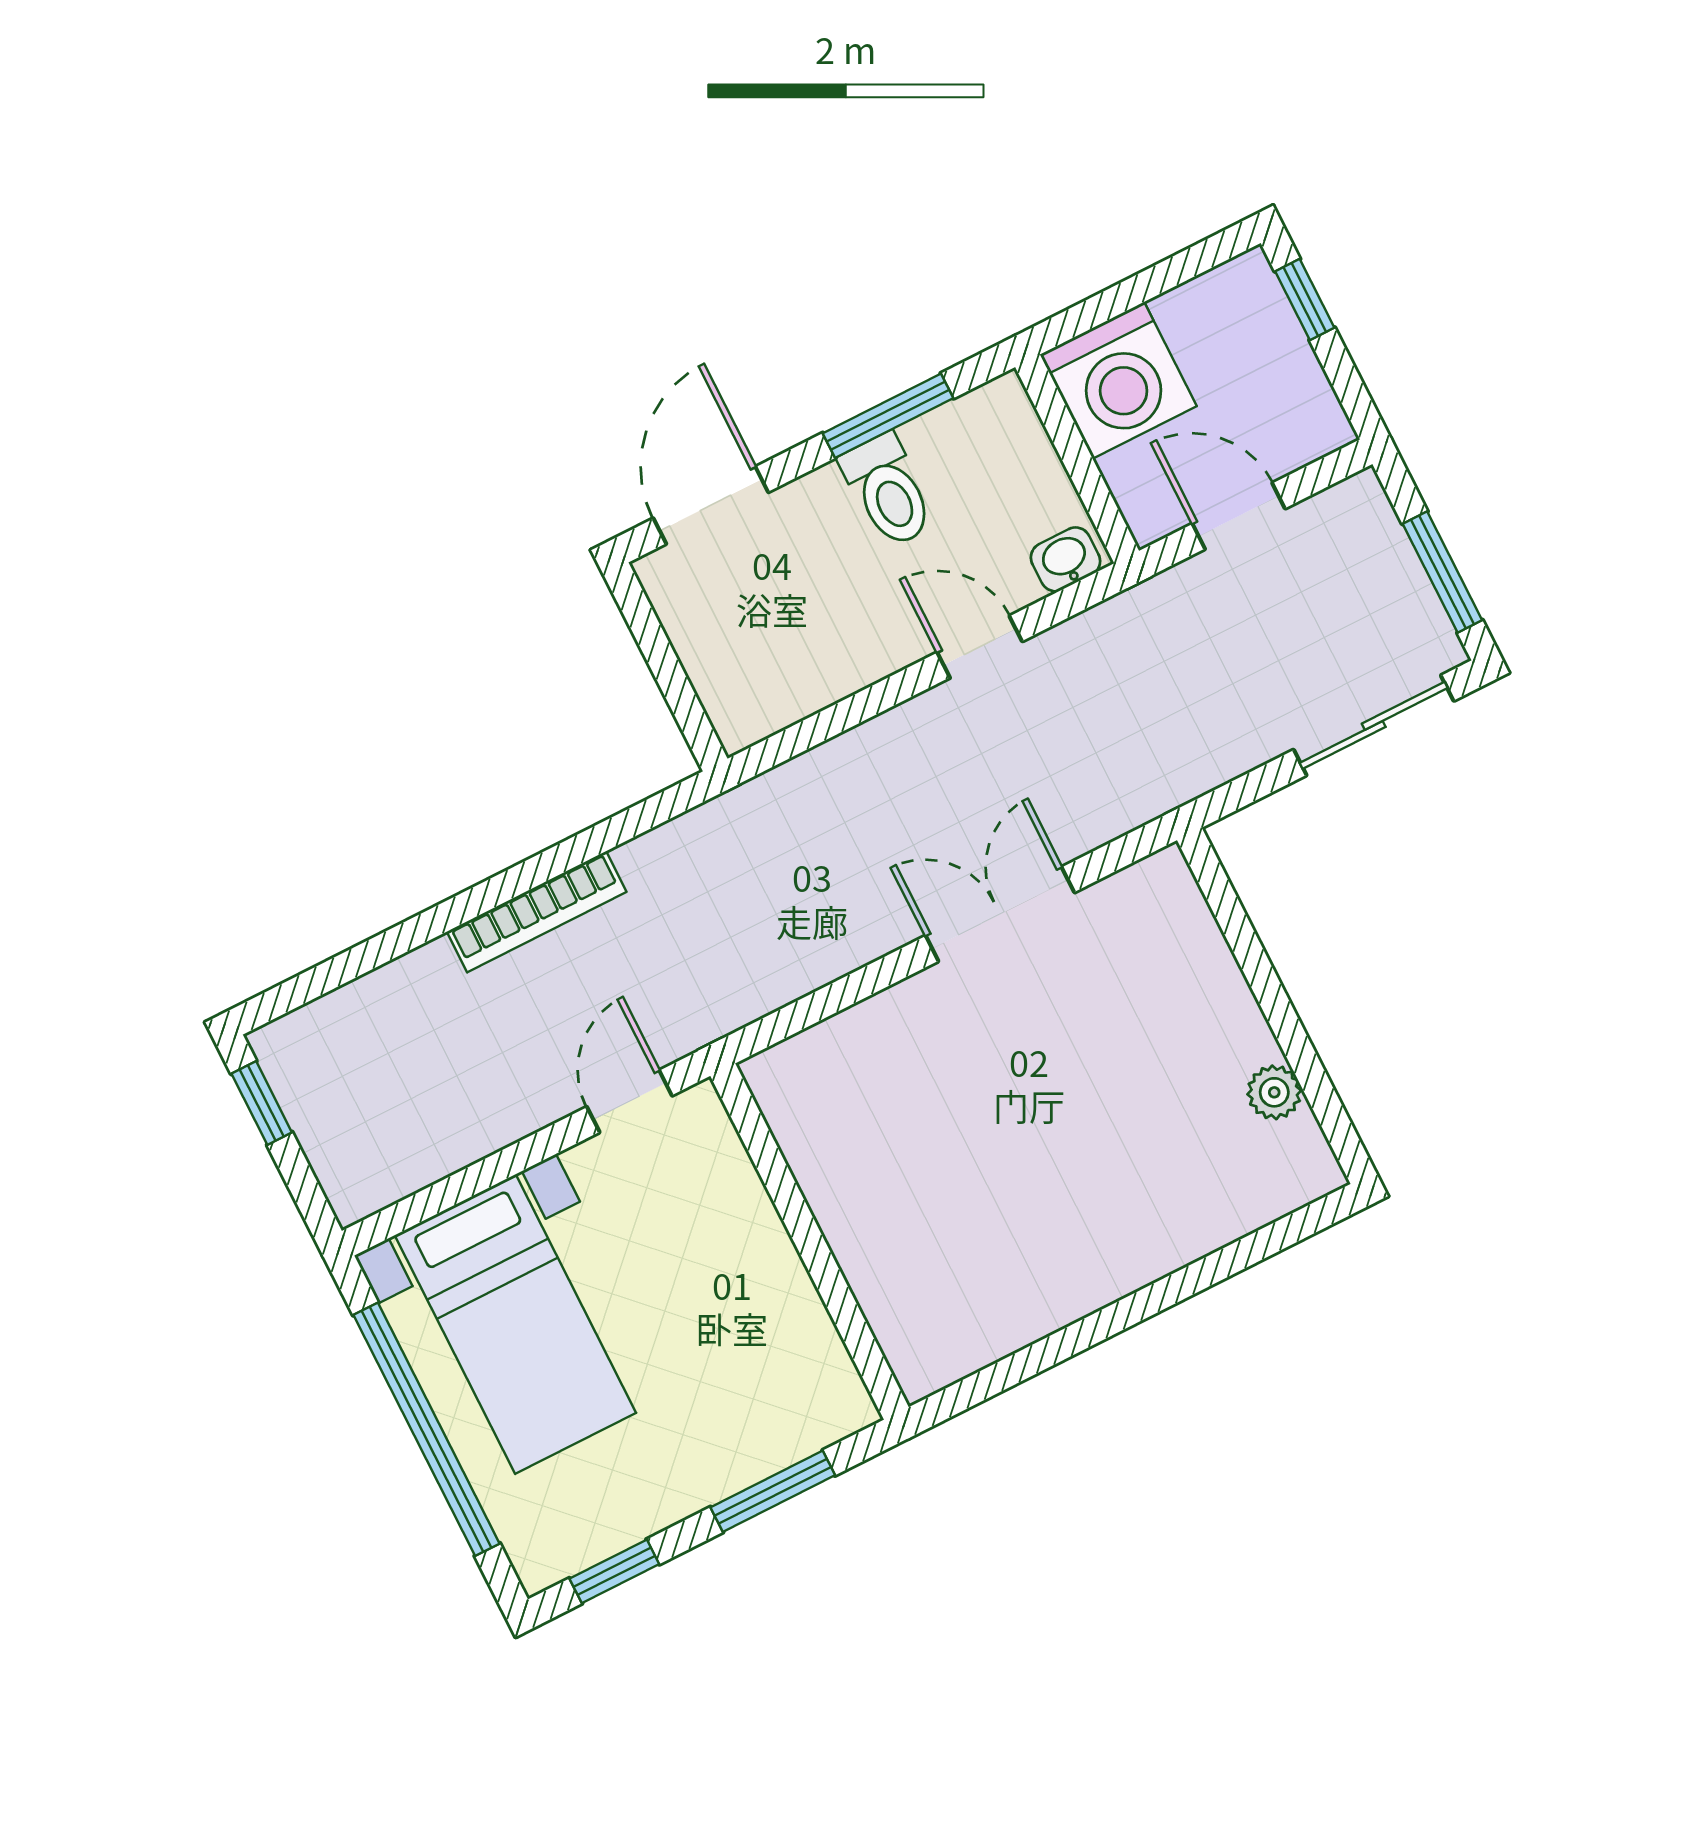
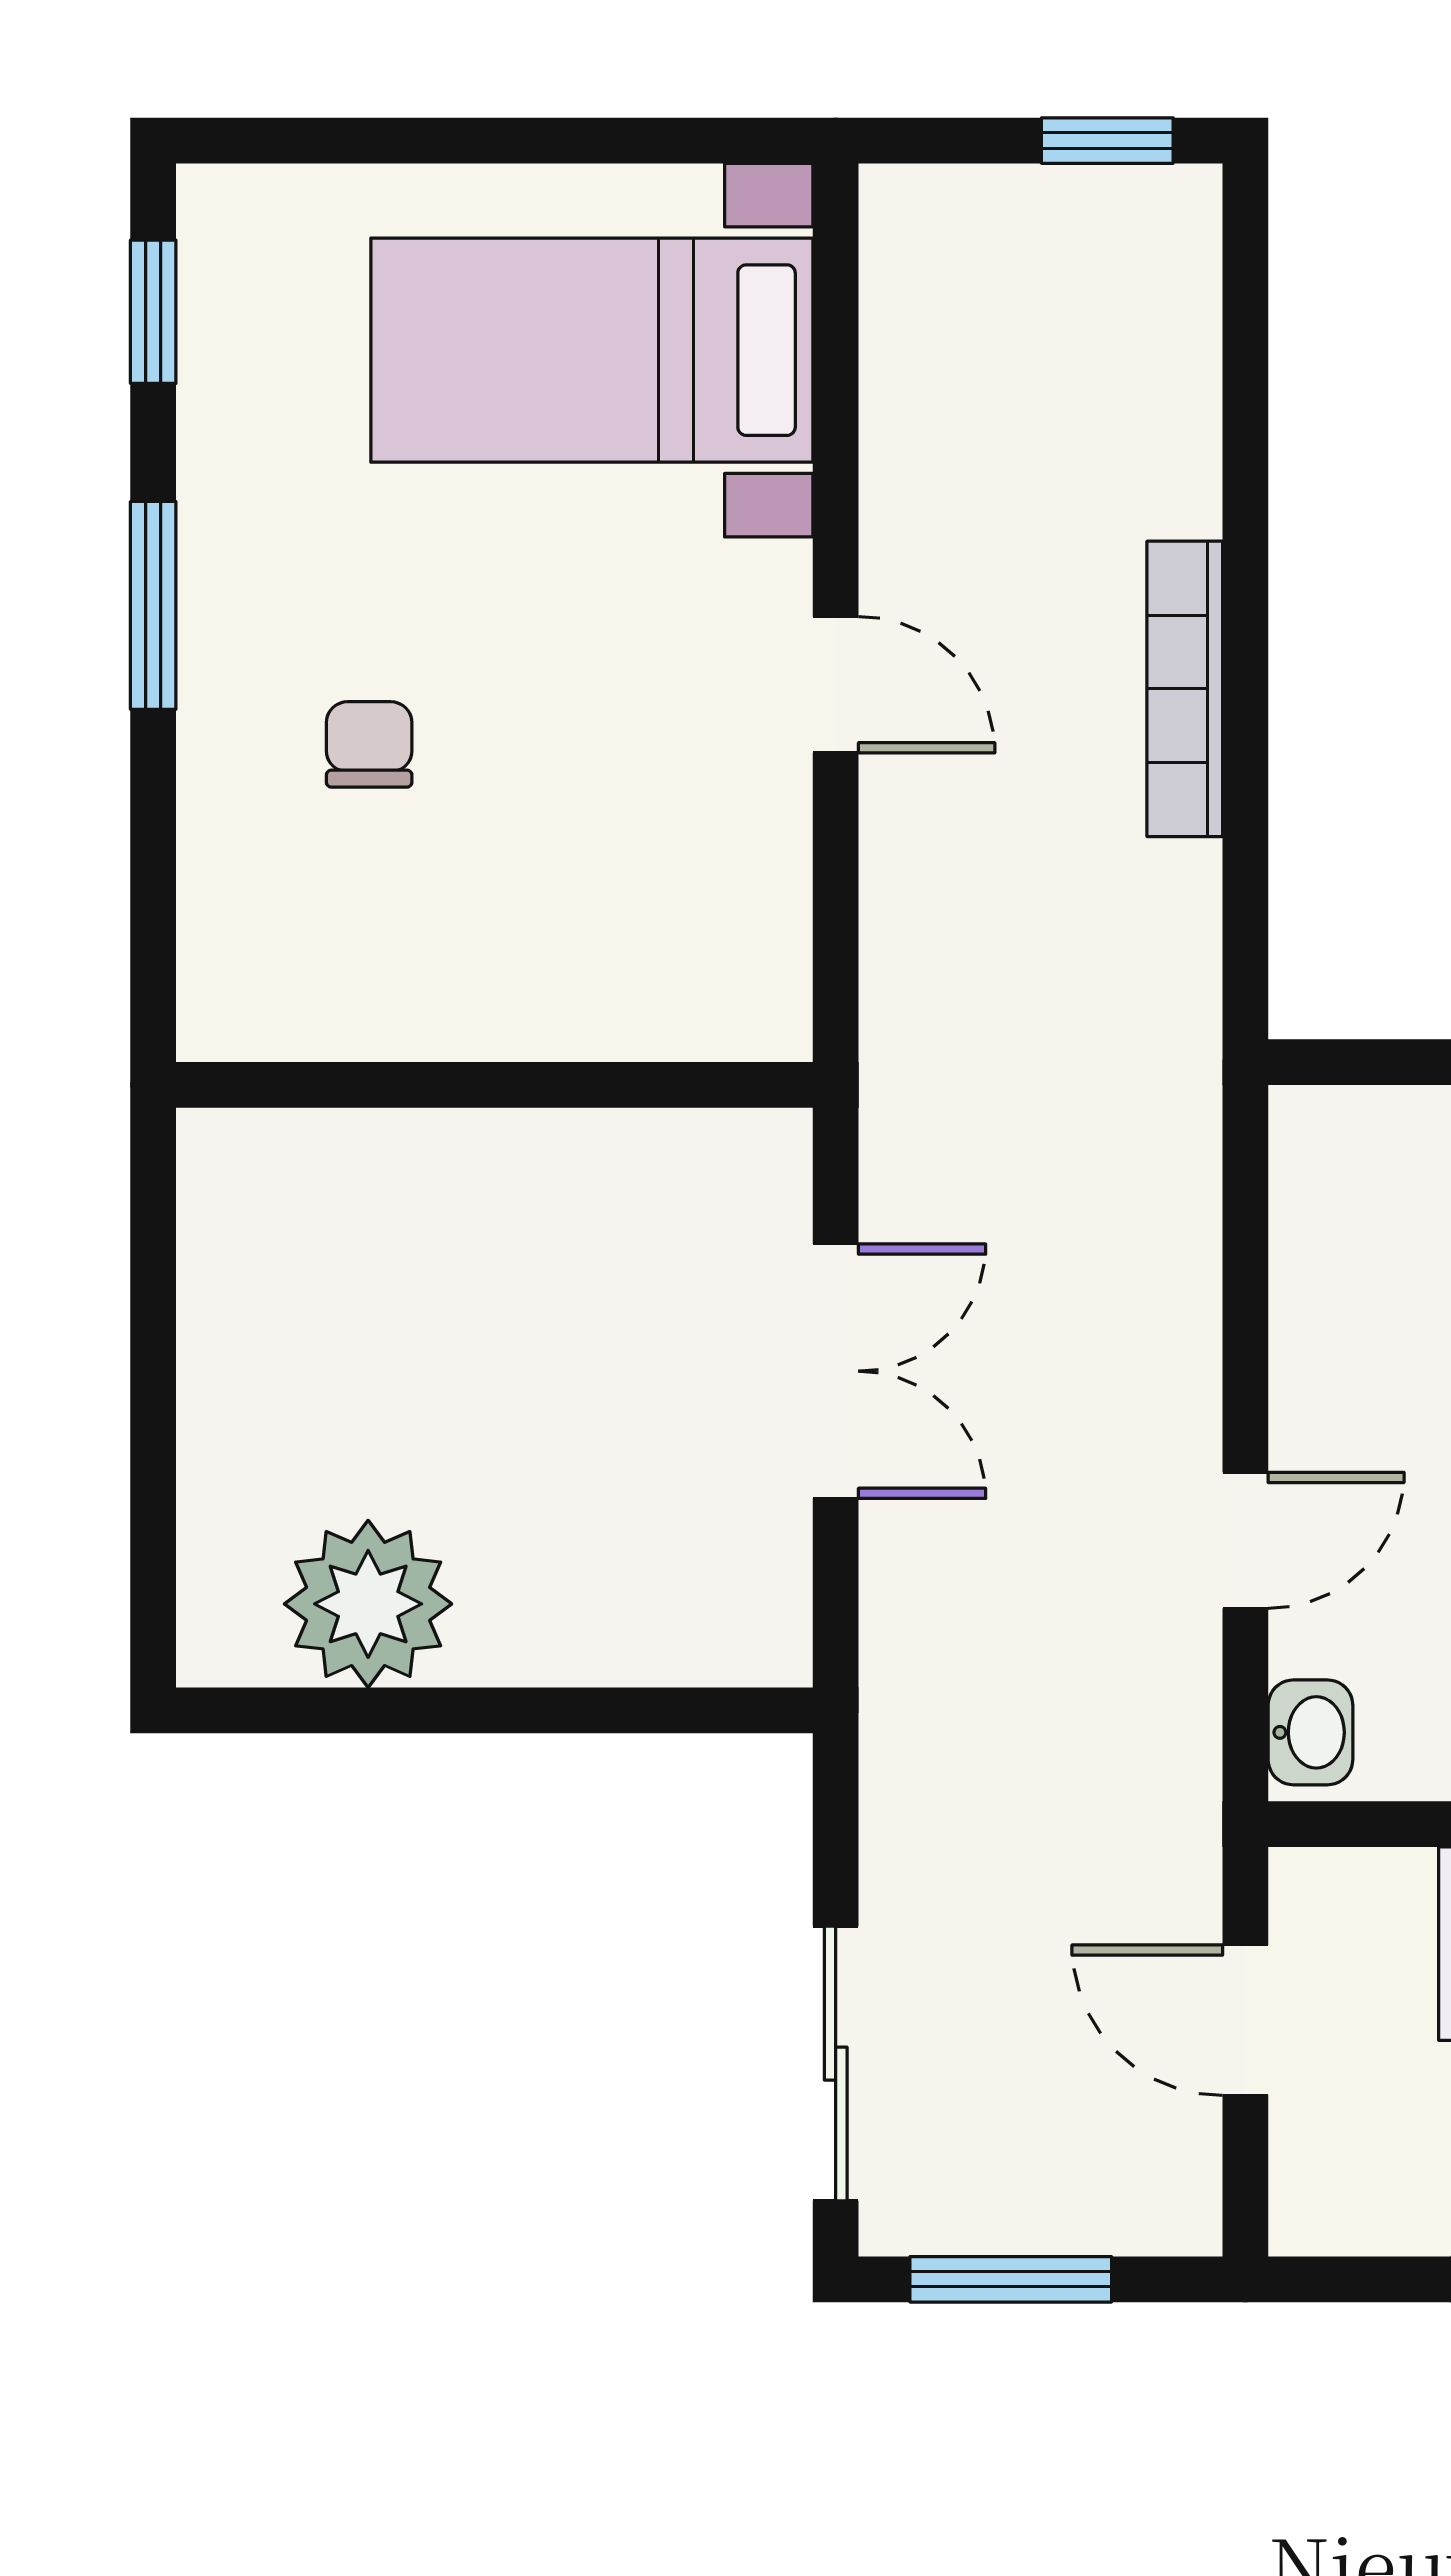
door: (1239, 516) -> (1245, 2020), swing flipped
plant: (1274, 1092) -> (368, 1604), width x1.88, depth x1.88
wall: (810, 1241) -> (494, 1085), moved
chair: (789, 1337) -> (369, 744), added
window: (426, 1429) -> (503, 141), removed

